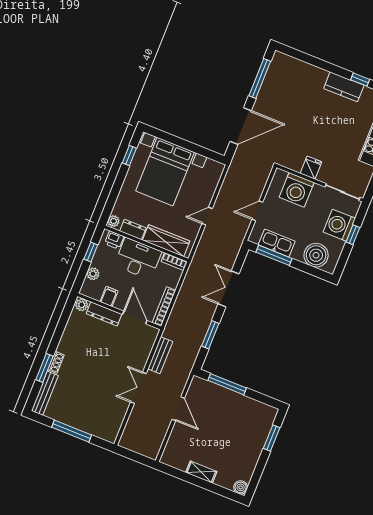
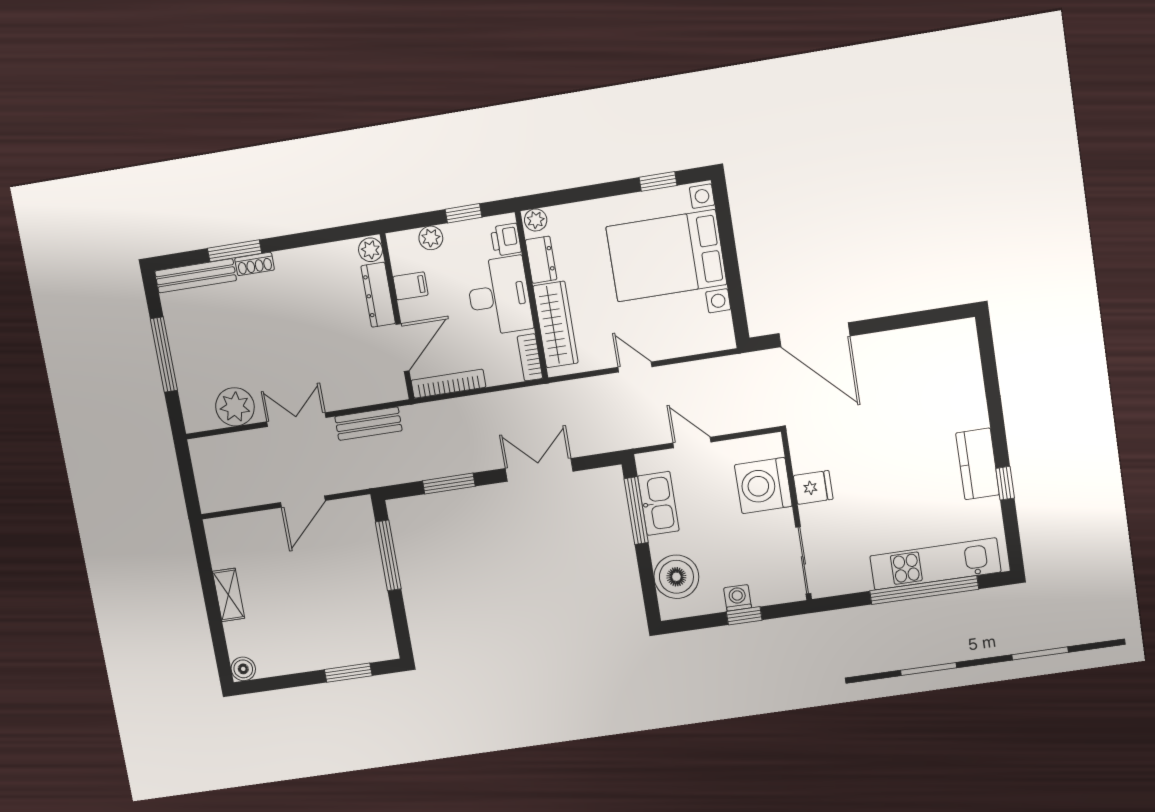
window: (260, 78) -> (912, 320), removed
washing machine: (339, 225) -> (738, 598), width x0.53, depth x0.53
plant: (115, 413) -> (235, 407), added

